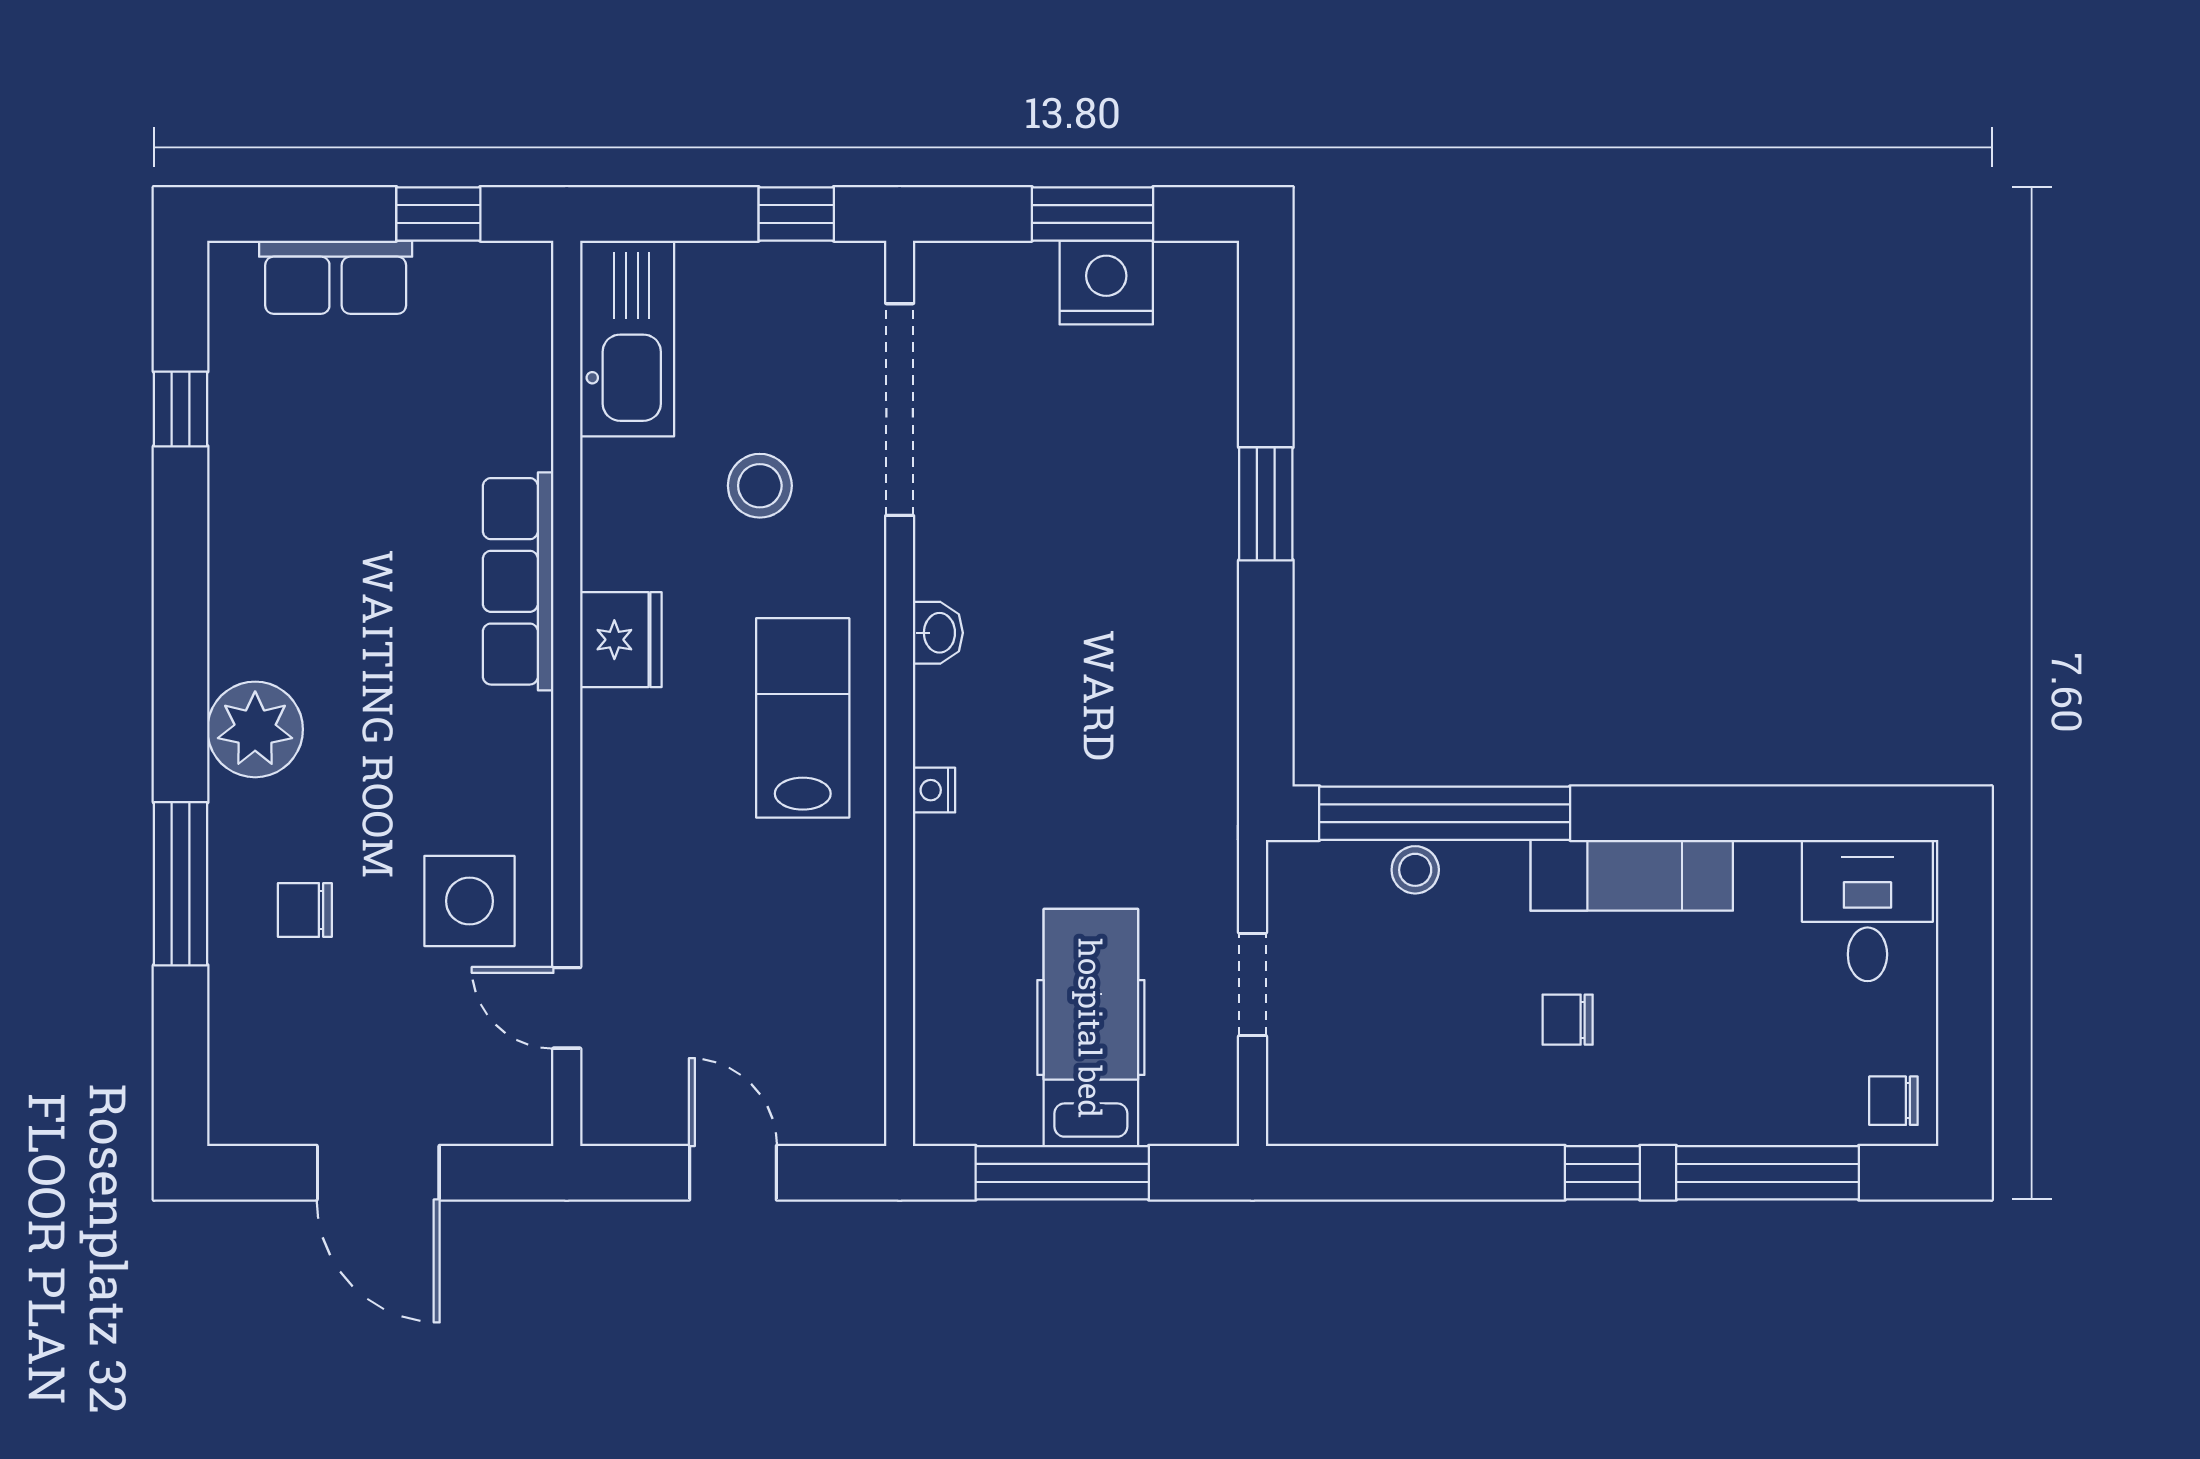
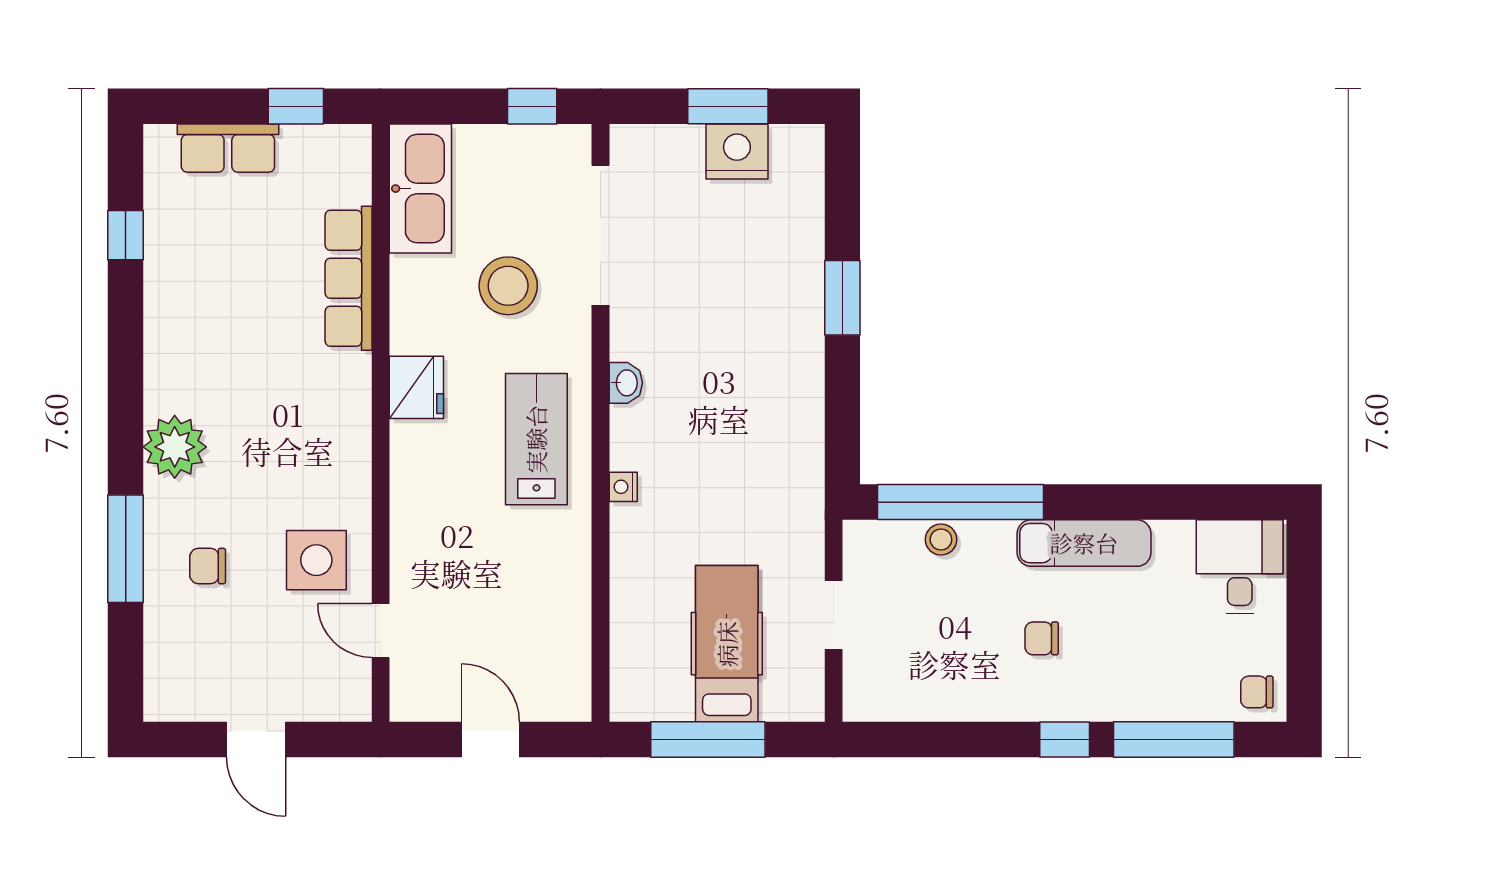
stool: (760, 486) -> (508, 286), width x1.38, depth x1.38
row of seats: (518, 581) -> (349, 278), moved
door: (378, 1173) -> (256, 740), width x0.73

